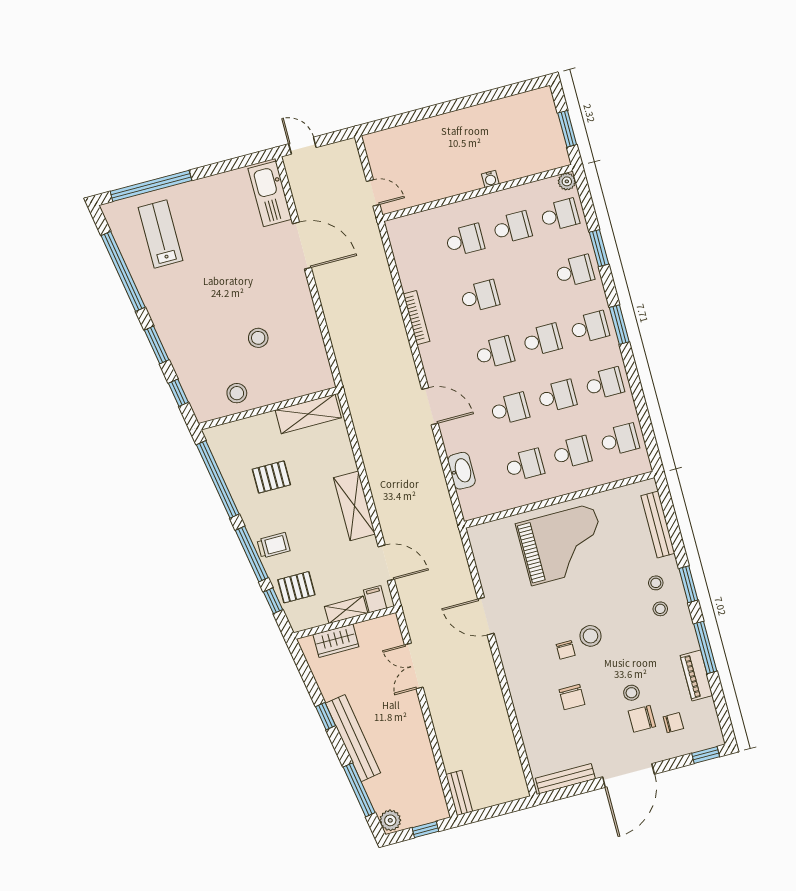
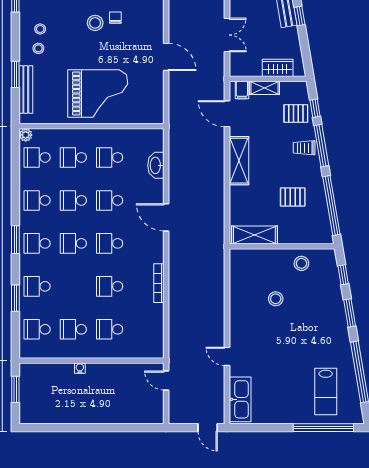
plant: (567, 181) -> (26, 135), moved
door: (302, 246) -> (227, 356), width x0.53
grand piano: (562, 545) -> (98, 93), turned 180
window: (688, 584) -> (15, 74), moved

